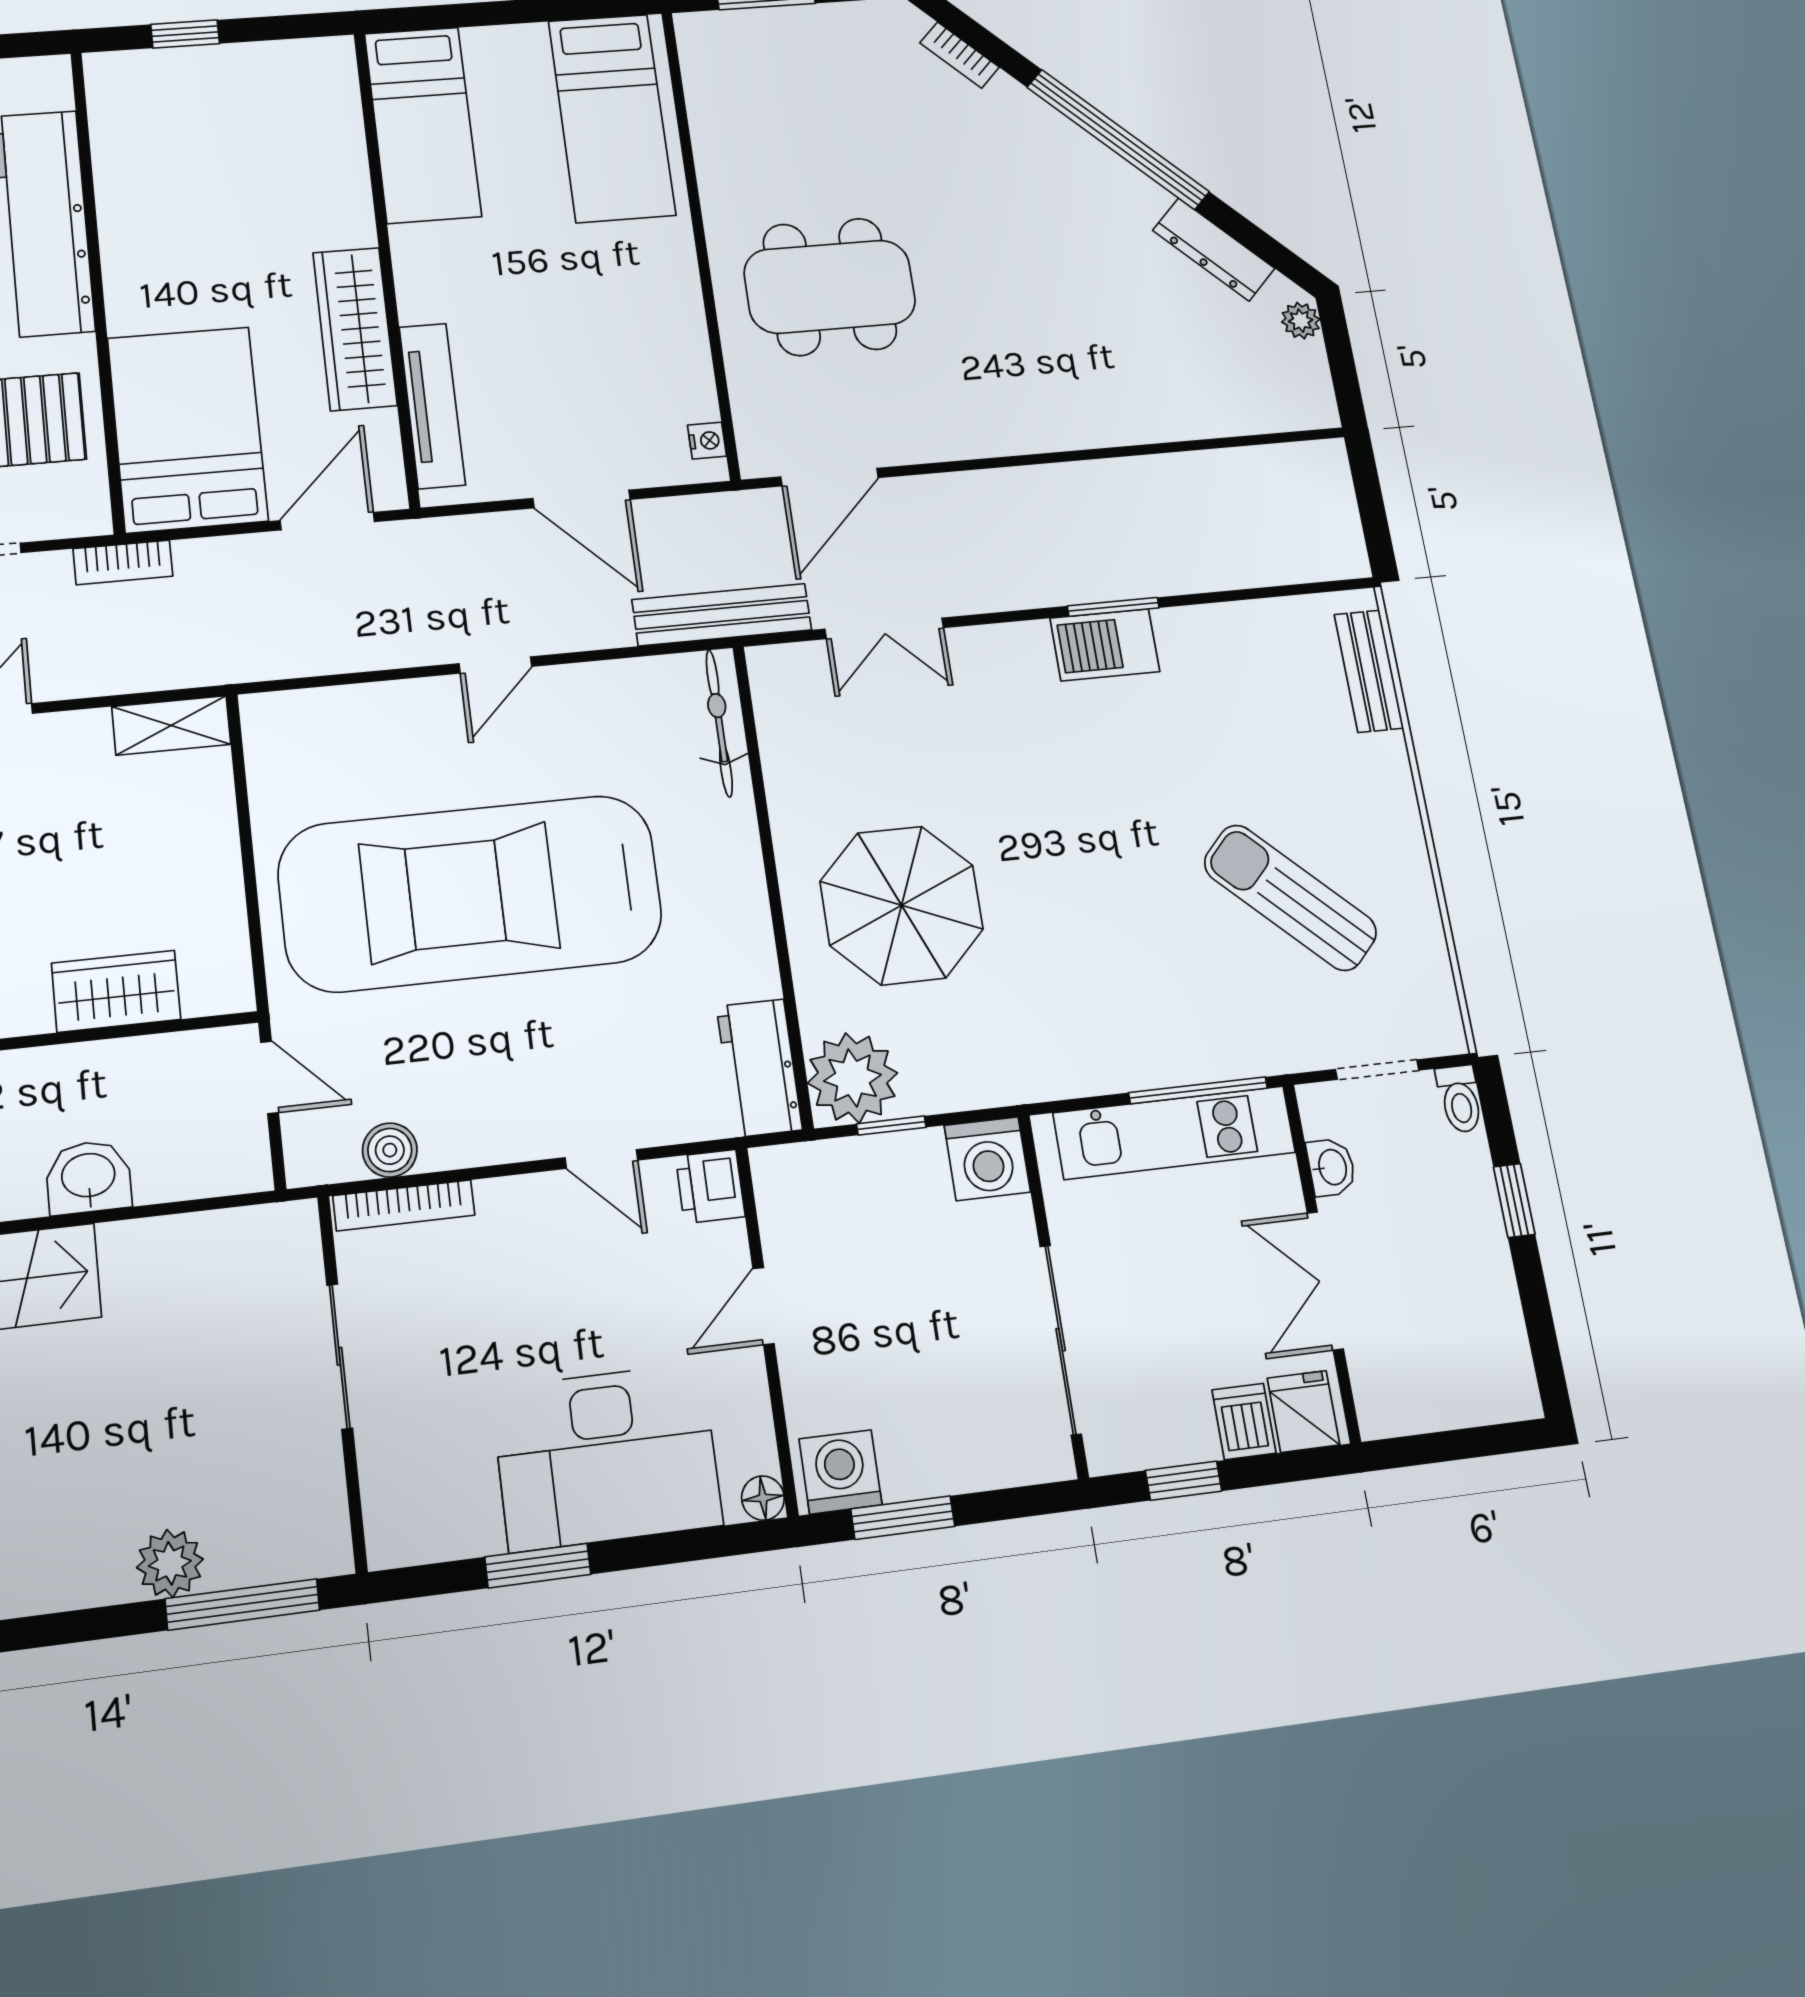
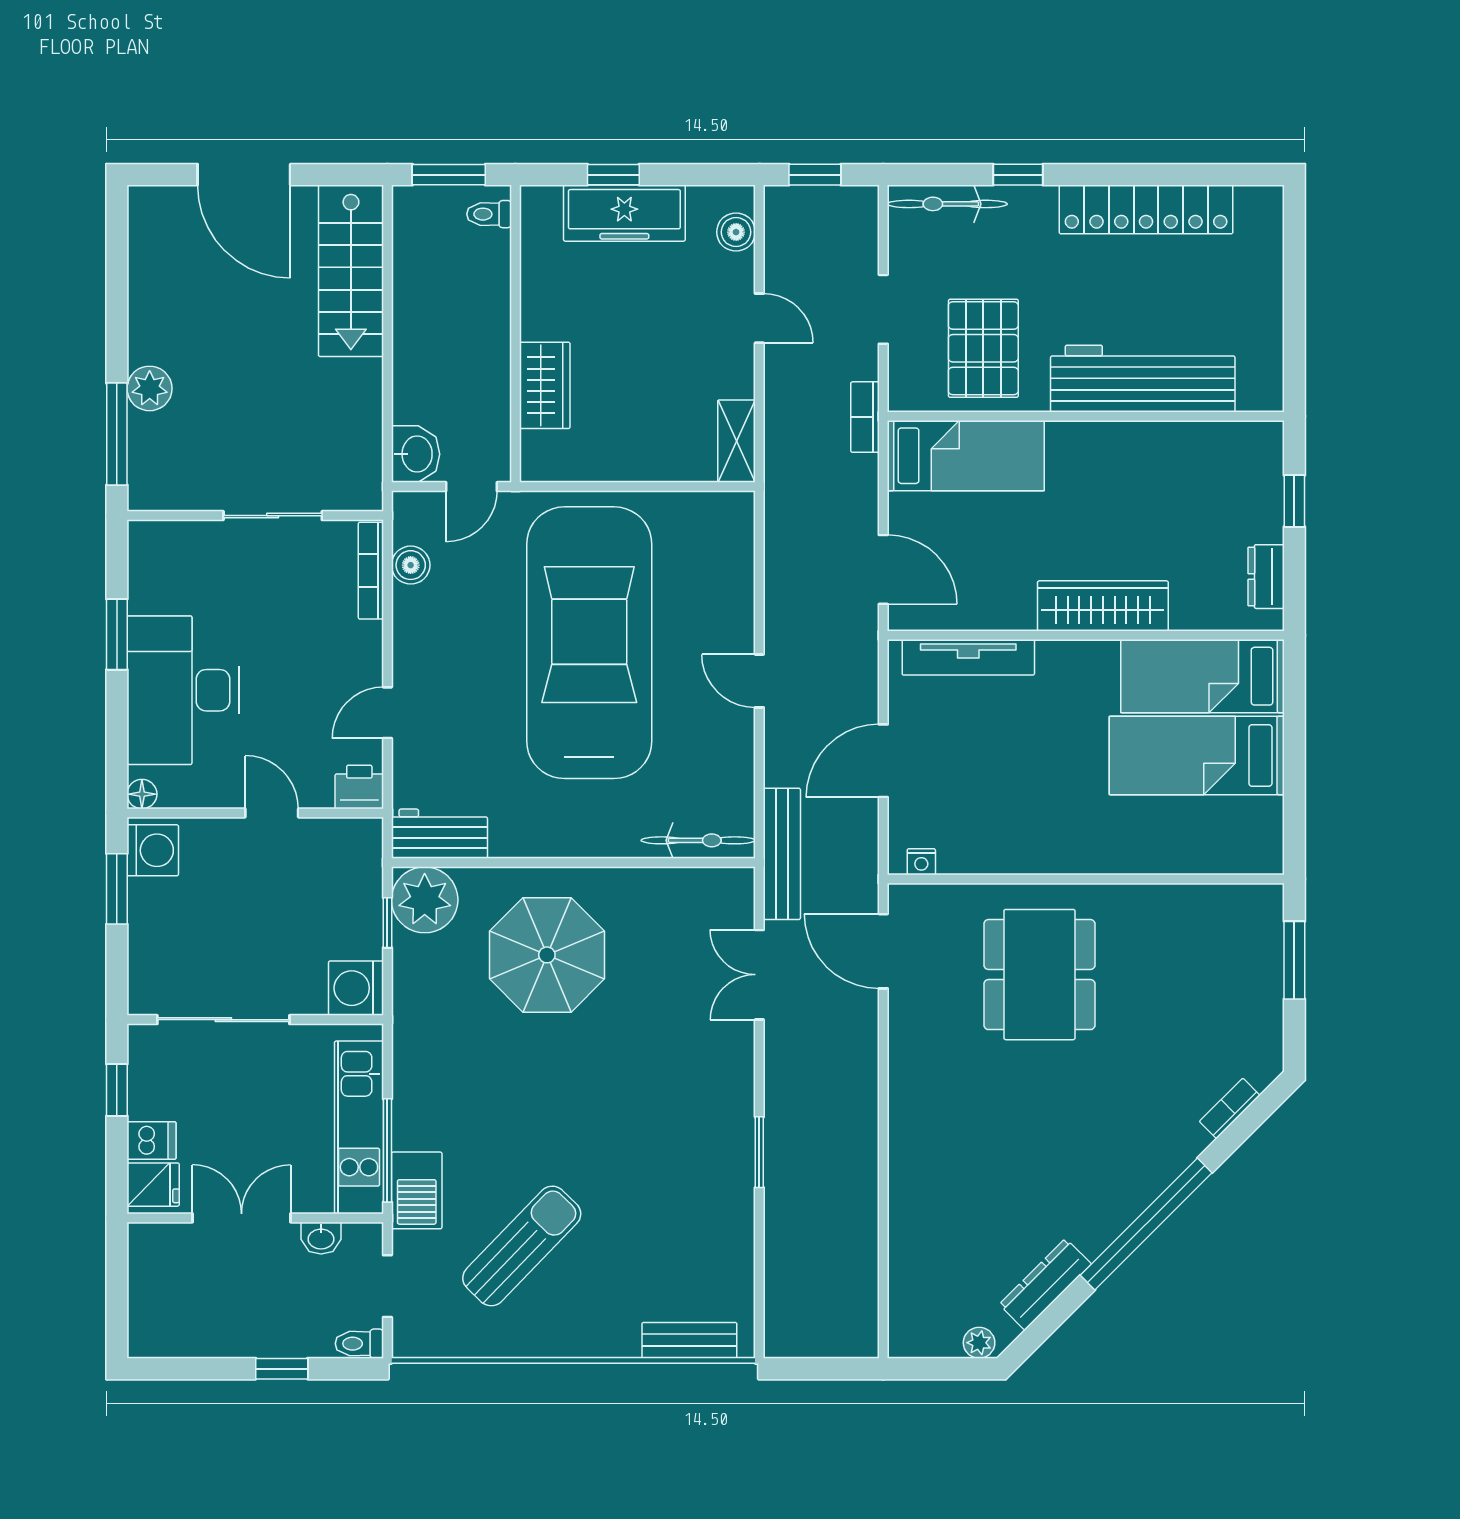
dresser: (286, 60) -> (1266, 577), added
bed: (612, 118) -> (1197, 756), moved
wardrobe: (355, 329) -> (1103, 606), moved
bed: (187, 429) -> (966, 456), width x0.67
barbecue: (1105, 645) -> (417, 1190), moved, turned 180
washbasin: (88, 1177) -> (416, 454), moved

